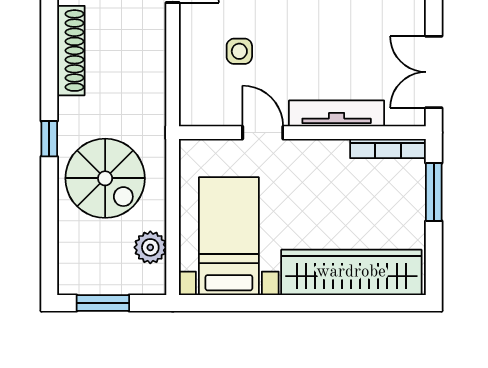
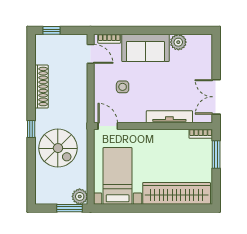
door: (263, 133) -> (108, 126), moved
bookcase: (388, 149) -> (201, 134), width x0.64
plant: (150, 247) -> (80, 196), moved
window: (103, 303) -> (69, 208), moved

